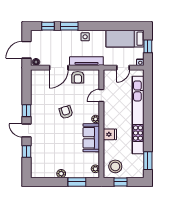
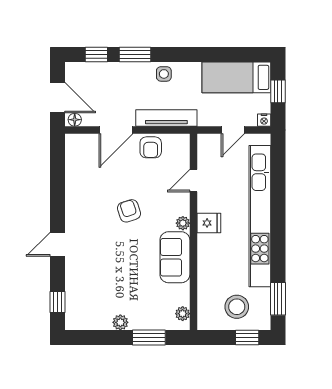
door: (27, 50) -> (57, 98), swing flipped
window: (27, 111) -> (57, 208), removed
door: (27, 131) -> (57, 244), hinge flipped
fridge: (110, 134) -> (209, 223), moved
window: (27, 152) -> (57, 302), moved
stool: (115, 166) -> (237, 307), moved
window: (120, 182) -> (247, 338), moved

